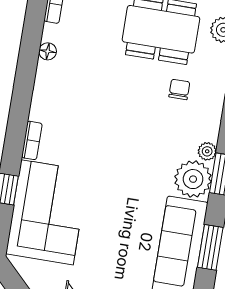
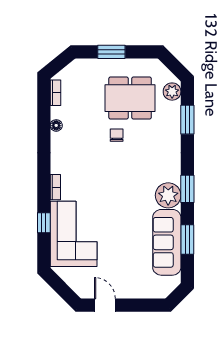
chair: (179, 89) -> (117, 135), moved
plant: (207, 151) -> (175, 175), removed

